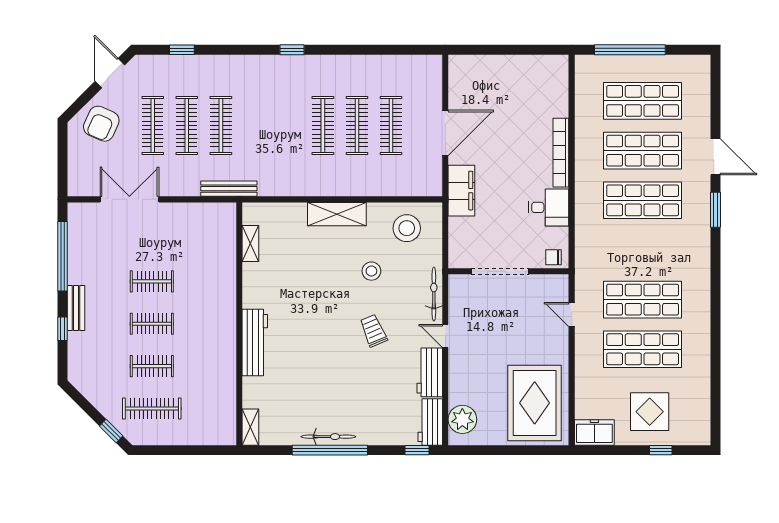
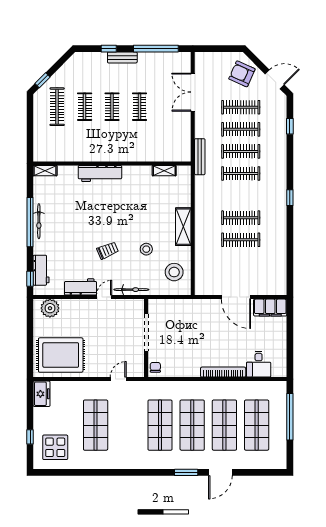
clothes rail: (391, 126) -> (241, 173), moved
filing cabinet: (461, 191) -> (270, 308), moved
double door: (129, 199) -> (193, 92), swing flipped
desk: (549, 207) -> (259, 364), moved
shop shelf: (643, 300) -> (160, 425), moved
display table: (650, 412) -> (55, 447), moved
workbench: (430, 422) -> (41, 270), moved, turned 90

